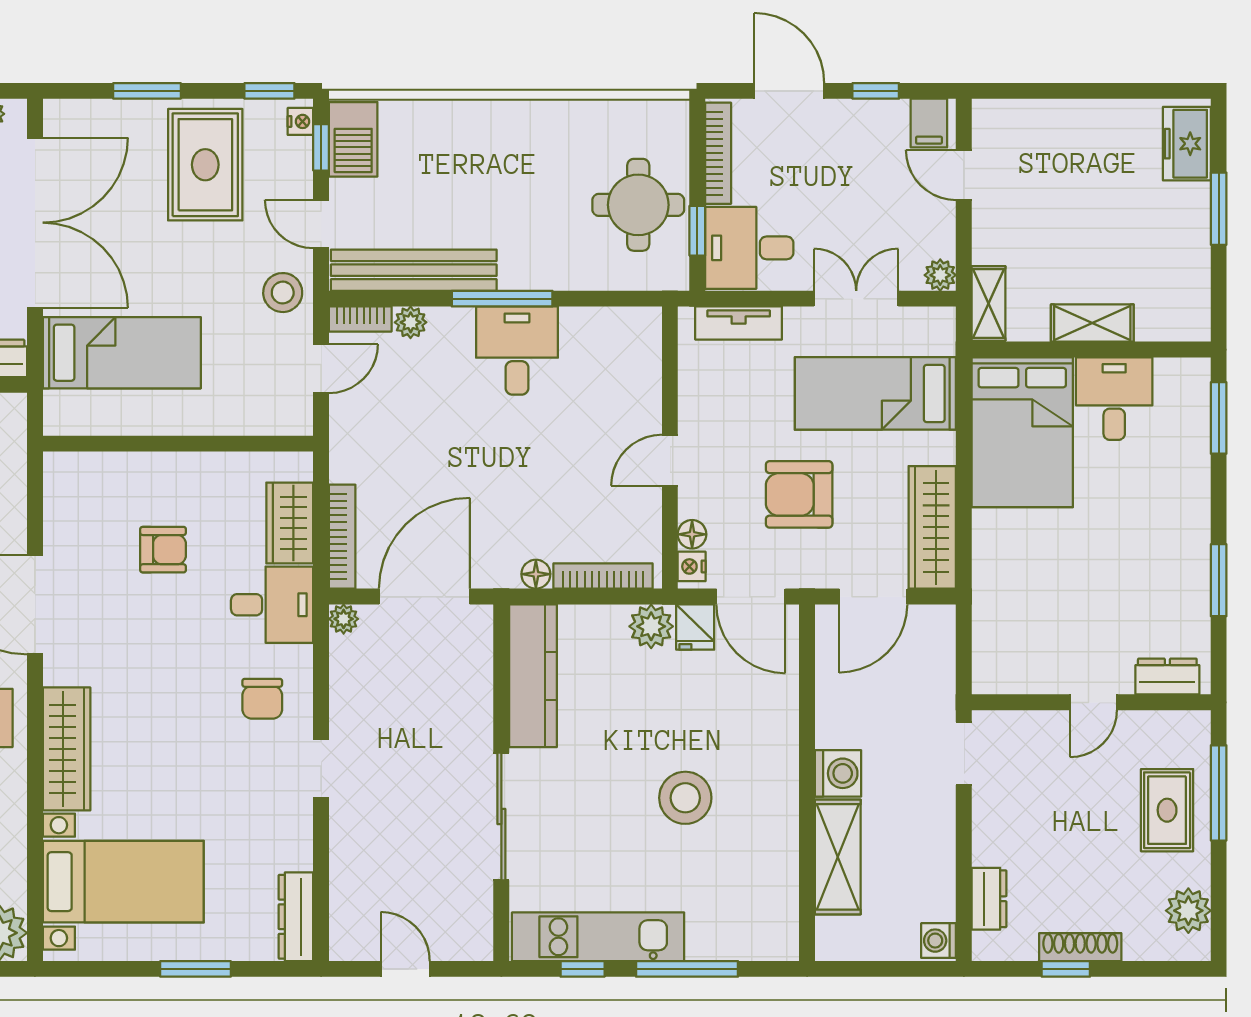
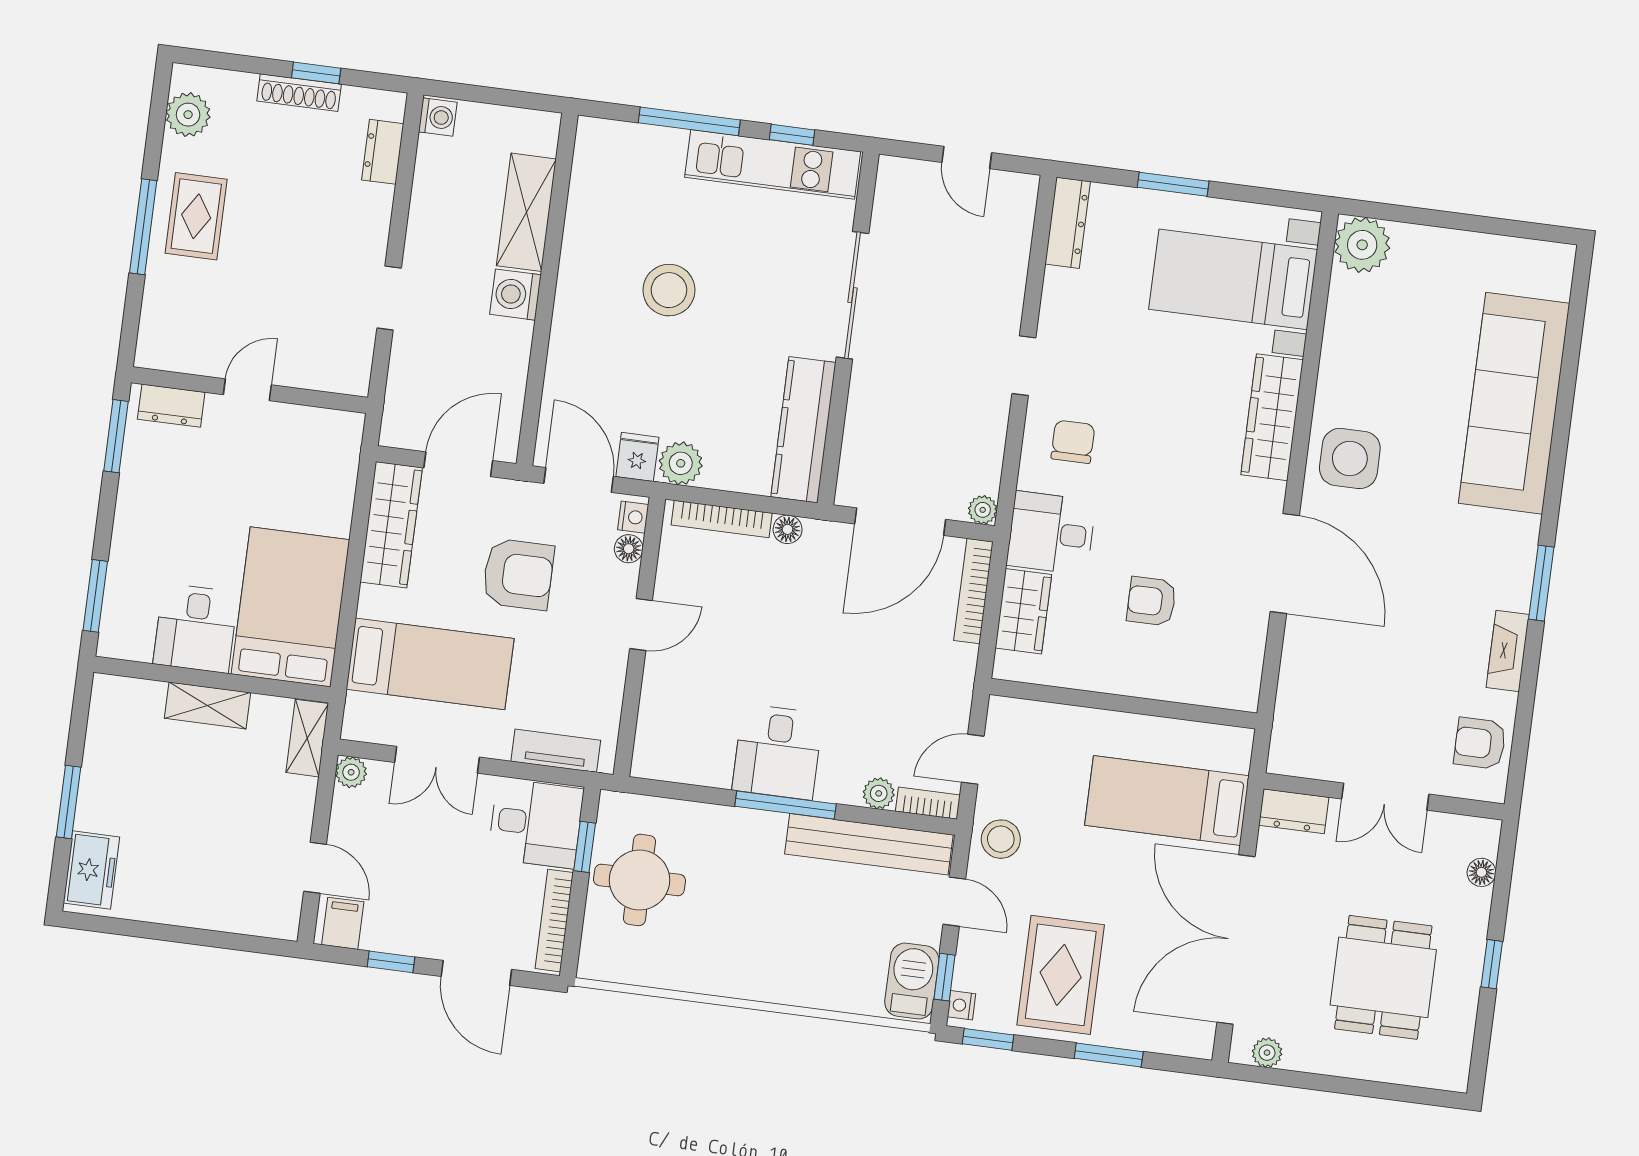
dresser: (1167, 677) -> (171, 406), moved
wall: (1091, 702) -> (250, 390), moved
door: (1093, 702) -> (247, 390), moved

